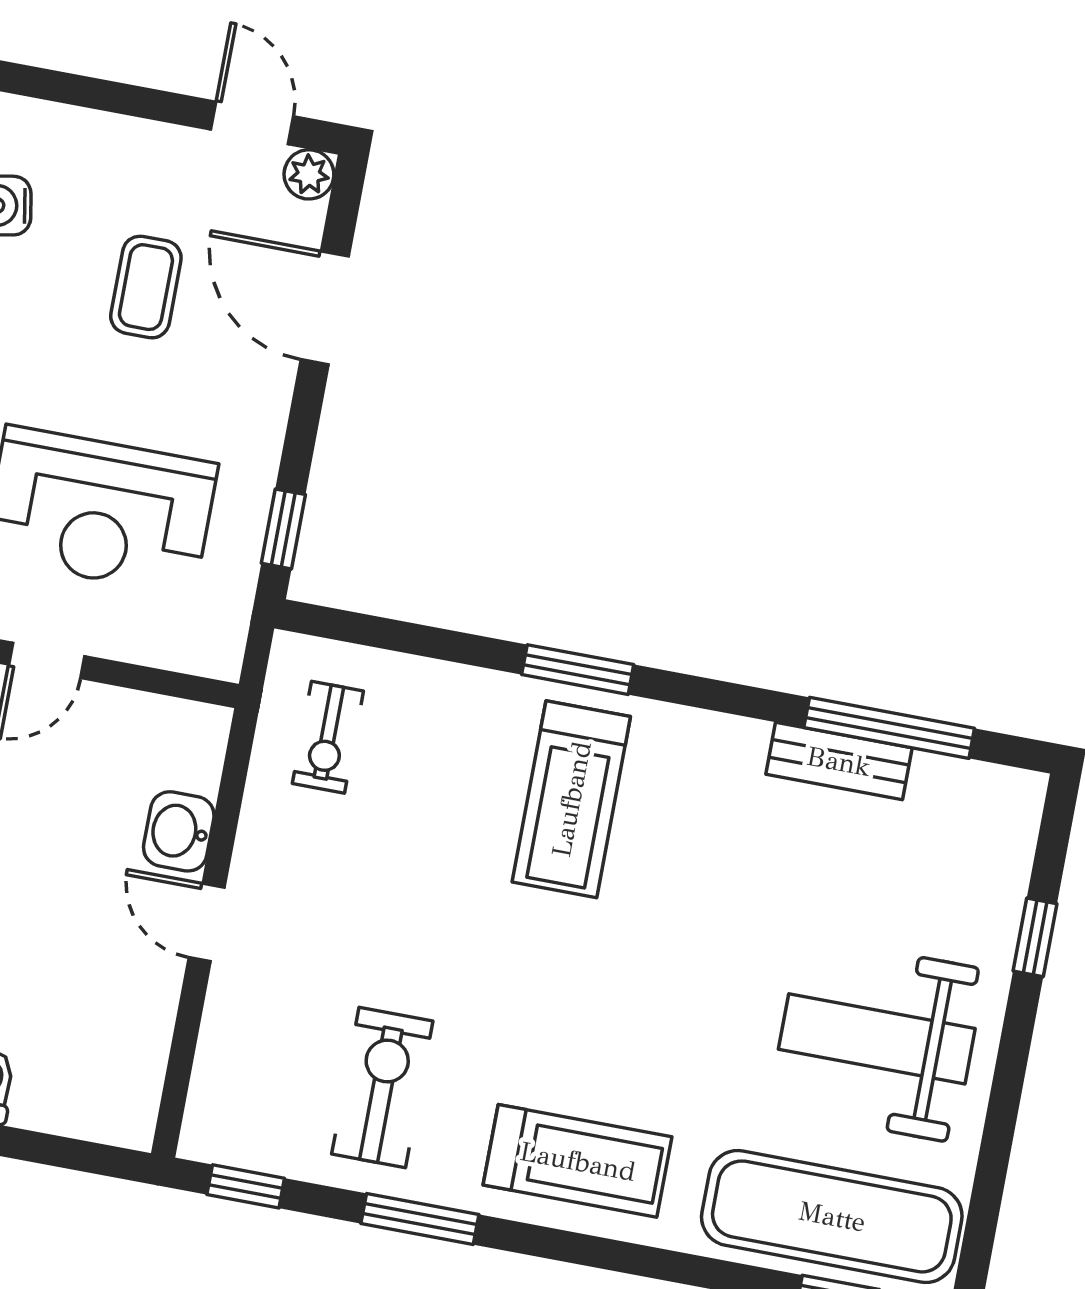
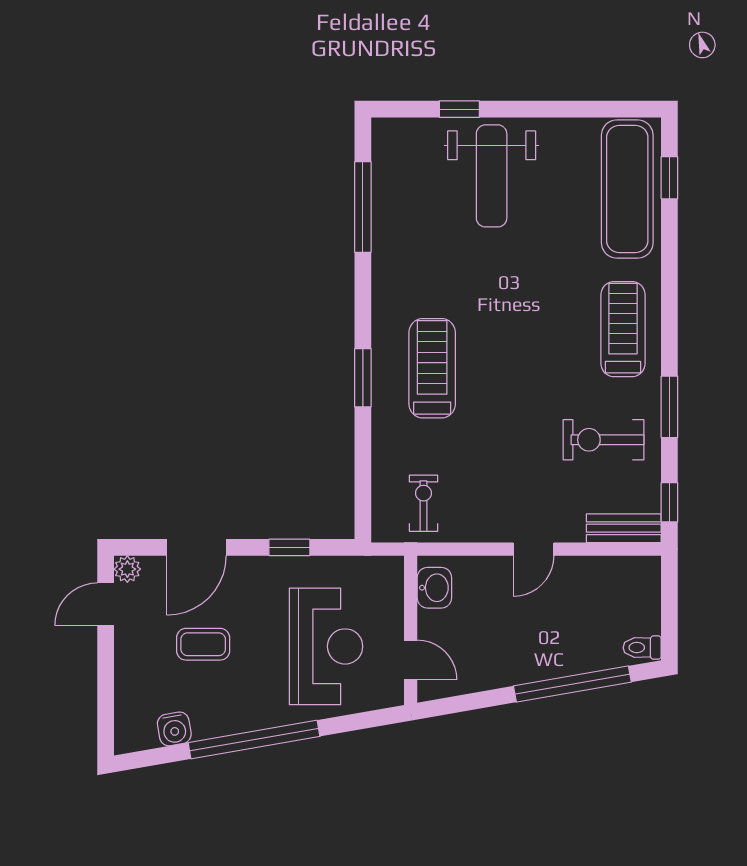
window: (283, 529) -> (289, 547), moved
exercise bike: (328, 737) -> (423, 503), turned -90
bench: (839, 761) -> (624, 528), moved, turned 90
treadmill: (571, 799) -> (432, 368), turned -90
washbasin: (179, 831) -> (434, 588), moved, turned -90
weight bench: (877, 1039) -> (492, 176), moved

